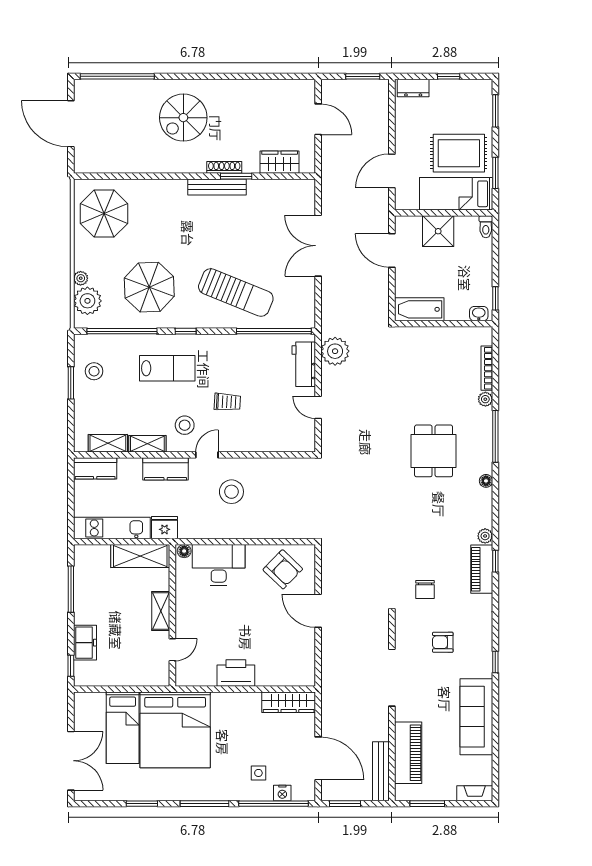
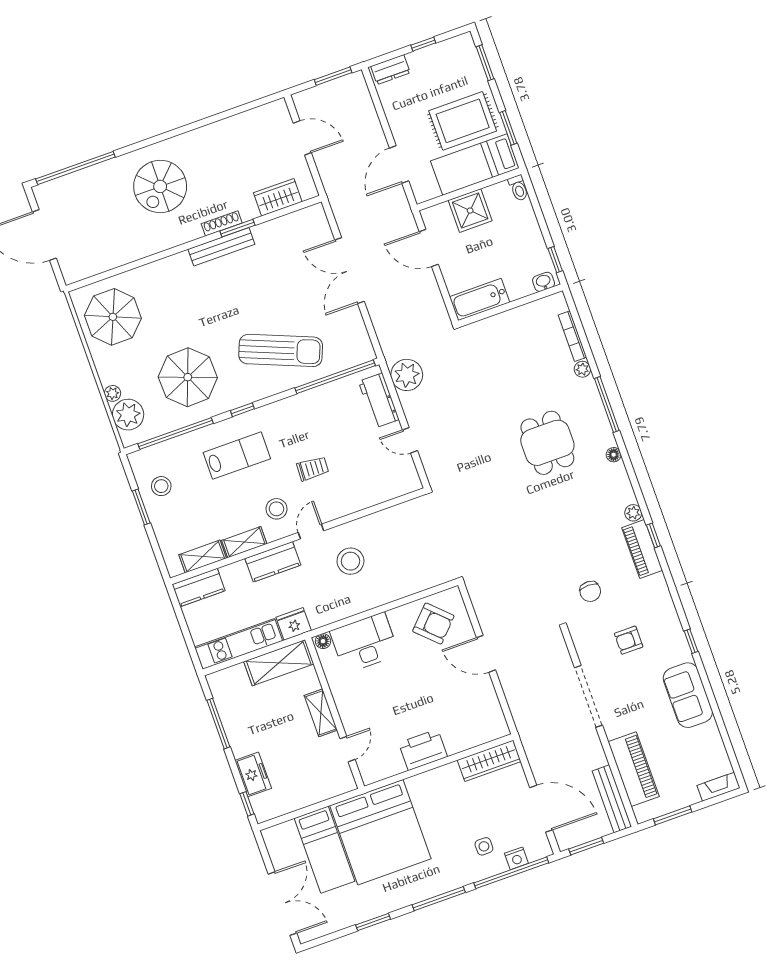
sofa: (476, 717) -> (688, 695), width x0.73

